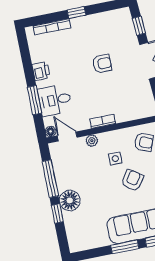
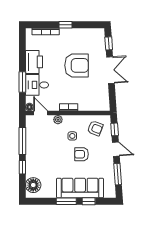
armchair: (102, 64) -> (77, 65), width x1.88, depth x1.88
printer: (41, 71) -> (34, 62), width x1.87, depth x1.48
armchair: (132, 180) -> (81, 154), turned -125
floor lamp: (70, 200) -> (33, 185), moved

